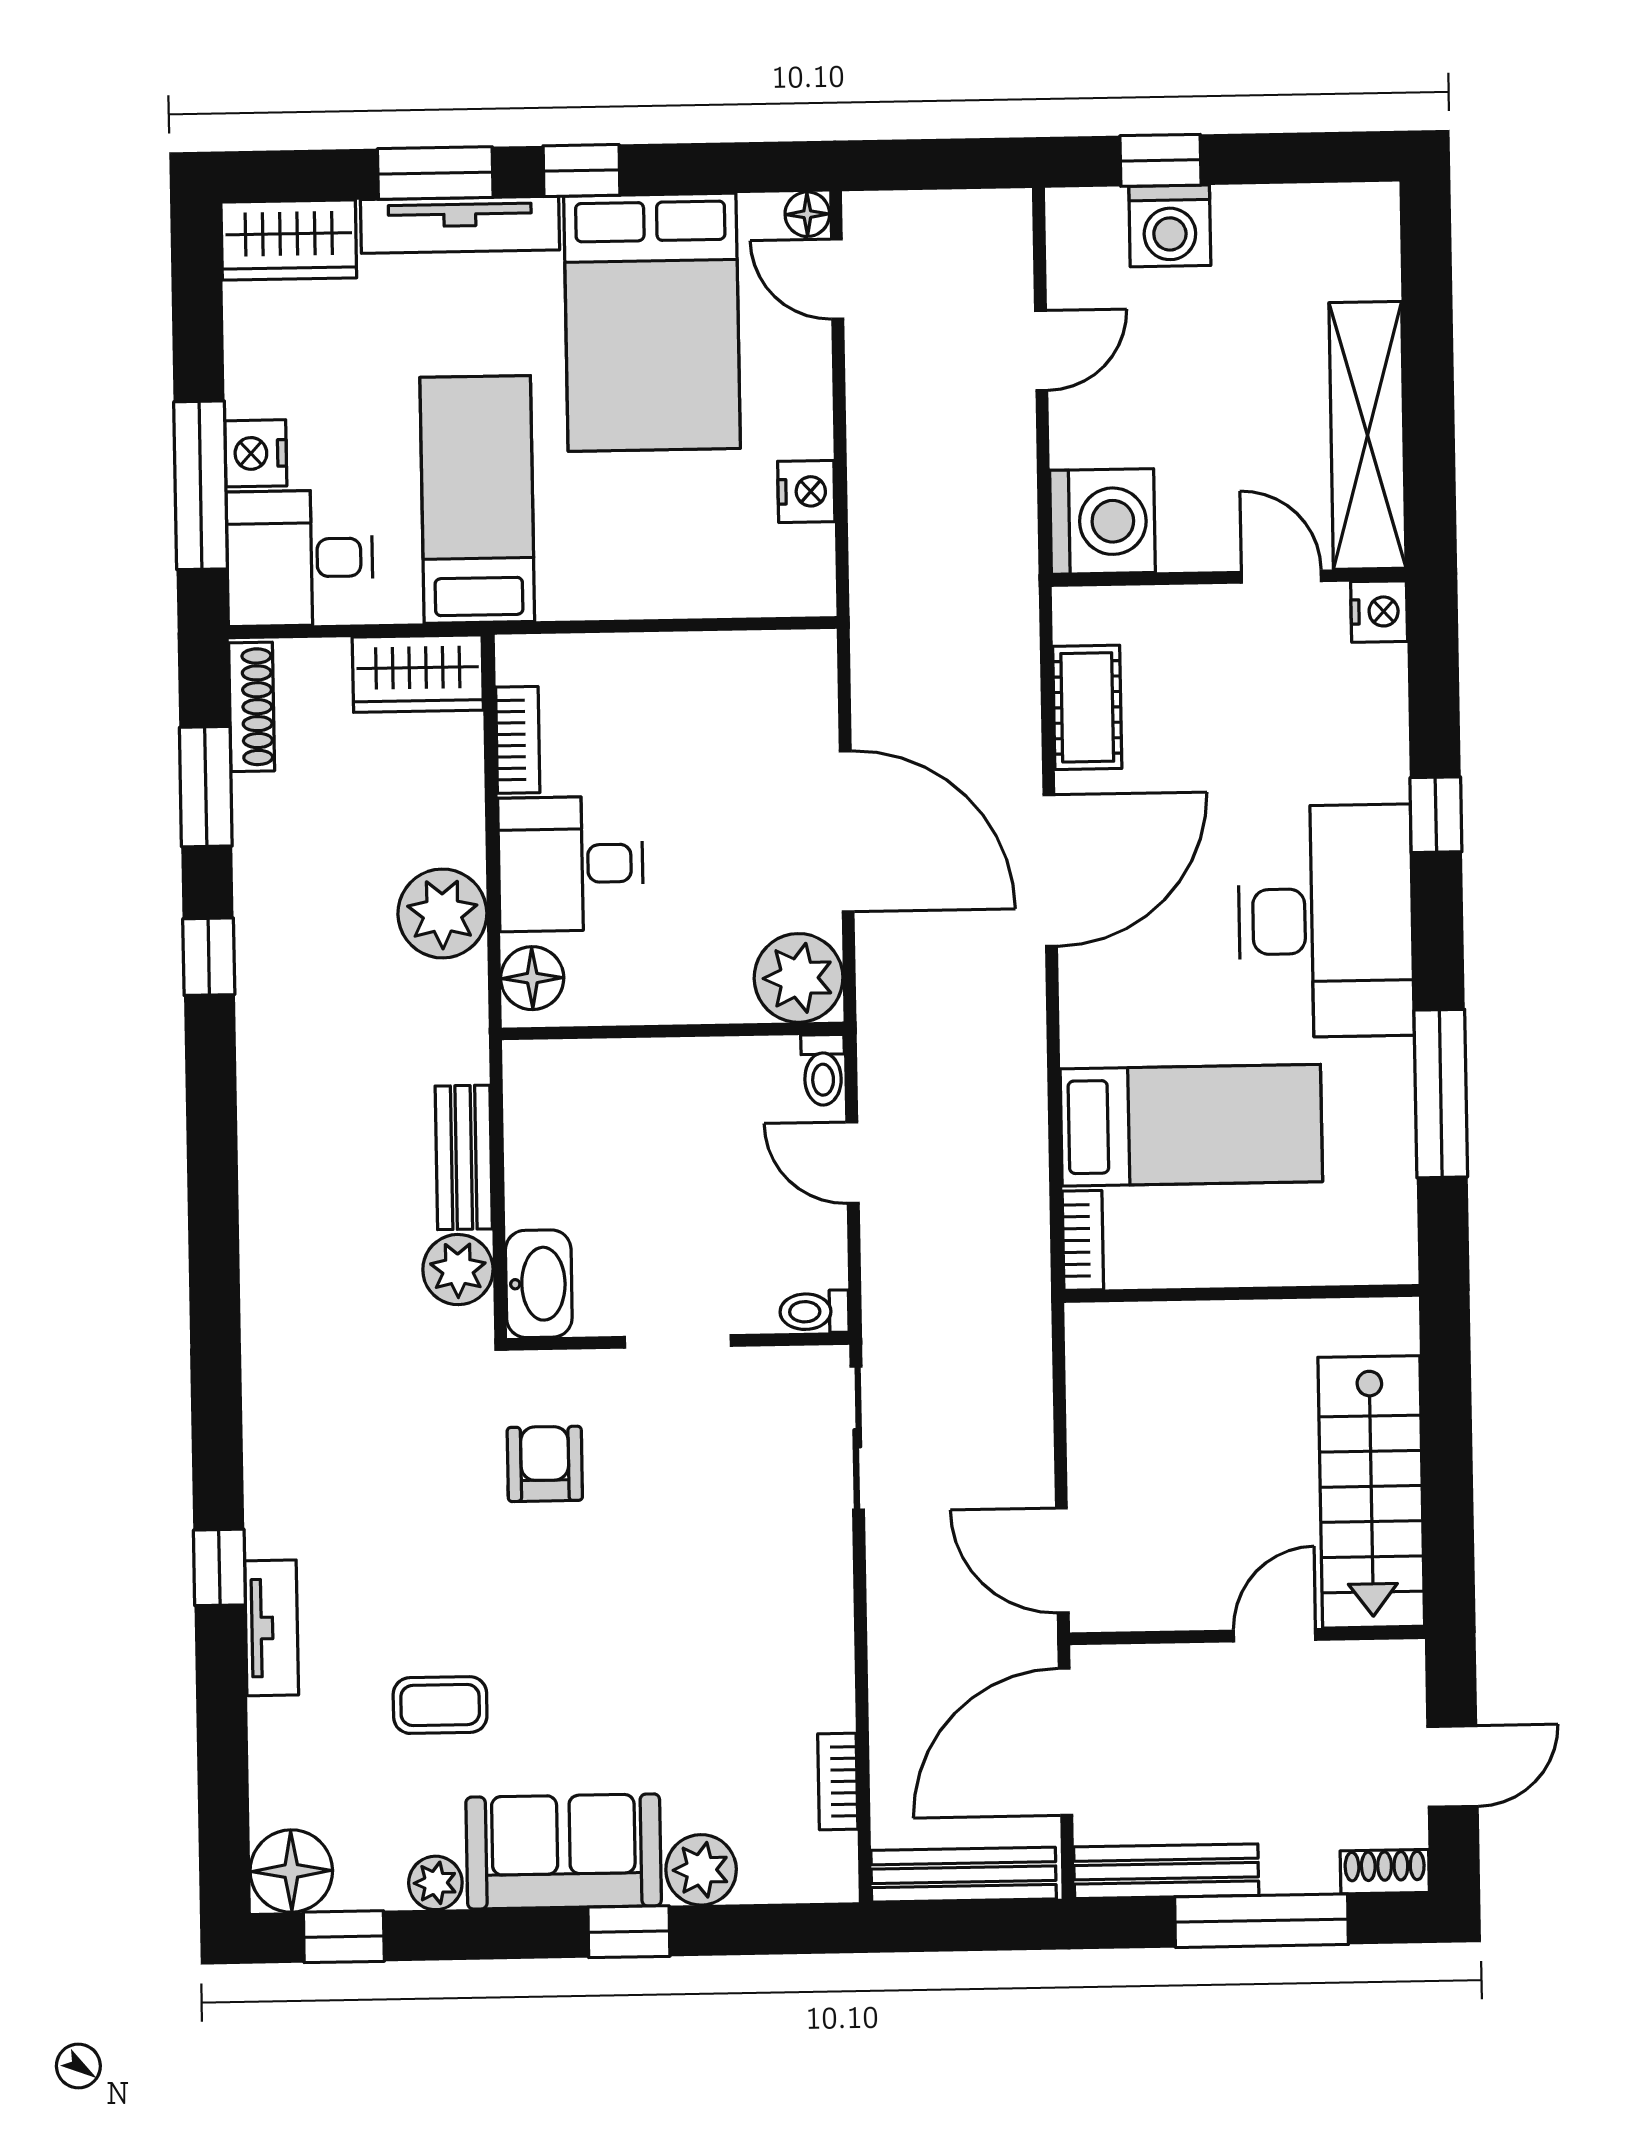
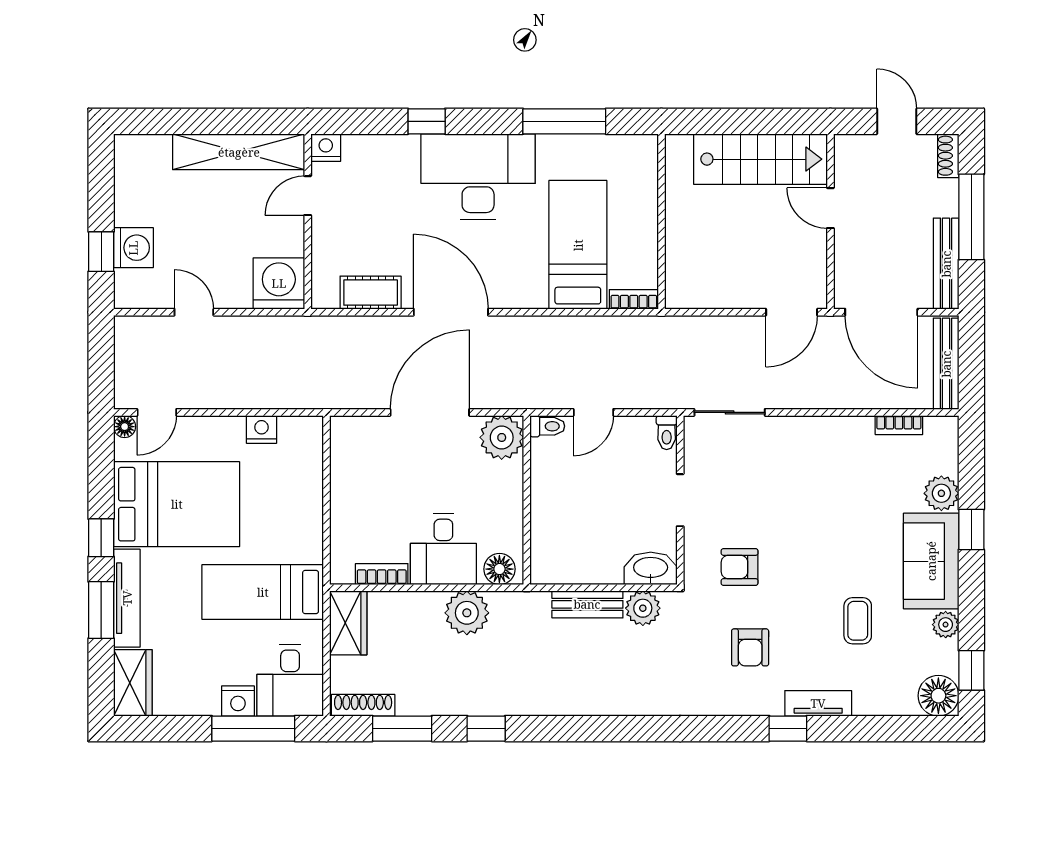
armchair: (382, 1488) -> (750, 647), added

